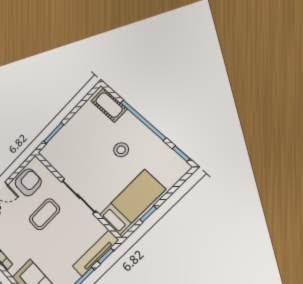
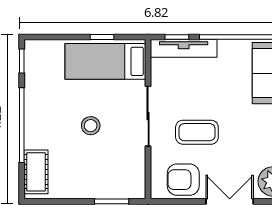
stool: (121, 150) -> (91, 126), moved

